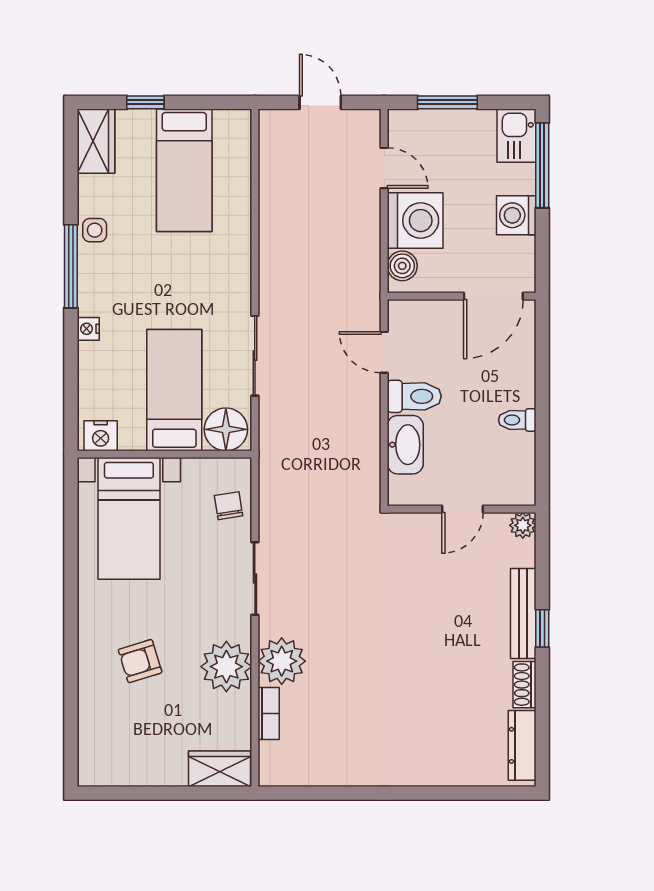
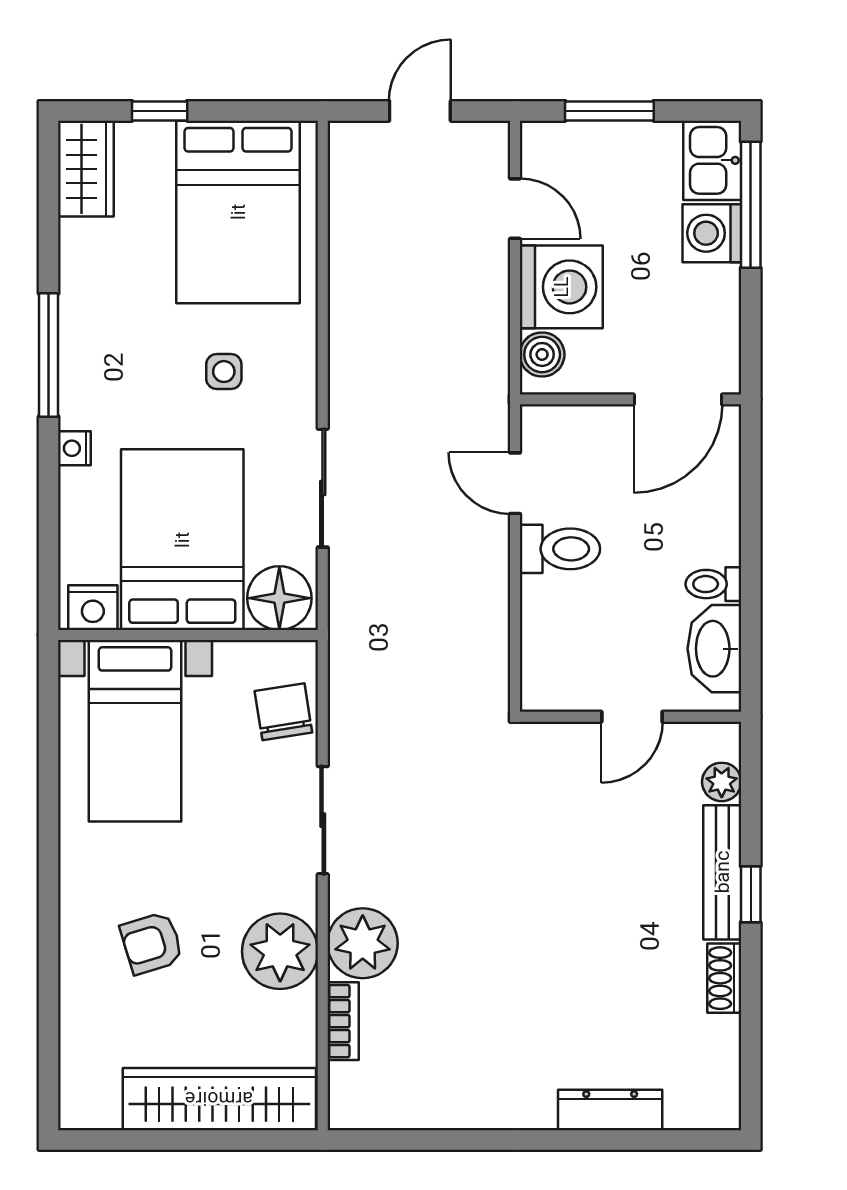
door: (320, 102) -> (420, 111), hinge flipped
bed: (184, 170) -> (238, 212), width x1.50
washing machine: (516, 215) -> (712, 233), moved
side table: (95, 230) -> (224, 372), moved
bed: (174, 390) -> (182, 540), width x1.50
washbasin: (405, 445) -> (714, 649), moved, turned 180
chair: (229, 506) -> (283, 712), width x1.37, depth x1.37
plant: (523, 525) -> (722, 782), moved
dresser: (522, 745) -> (610, 1110), moved, turned 90
wardrobe: (219, 769) -> (219, 1099), width x2.10, depth x1.17

